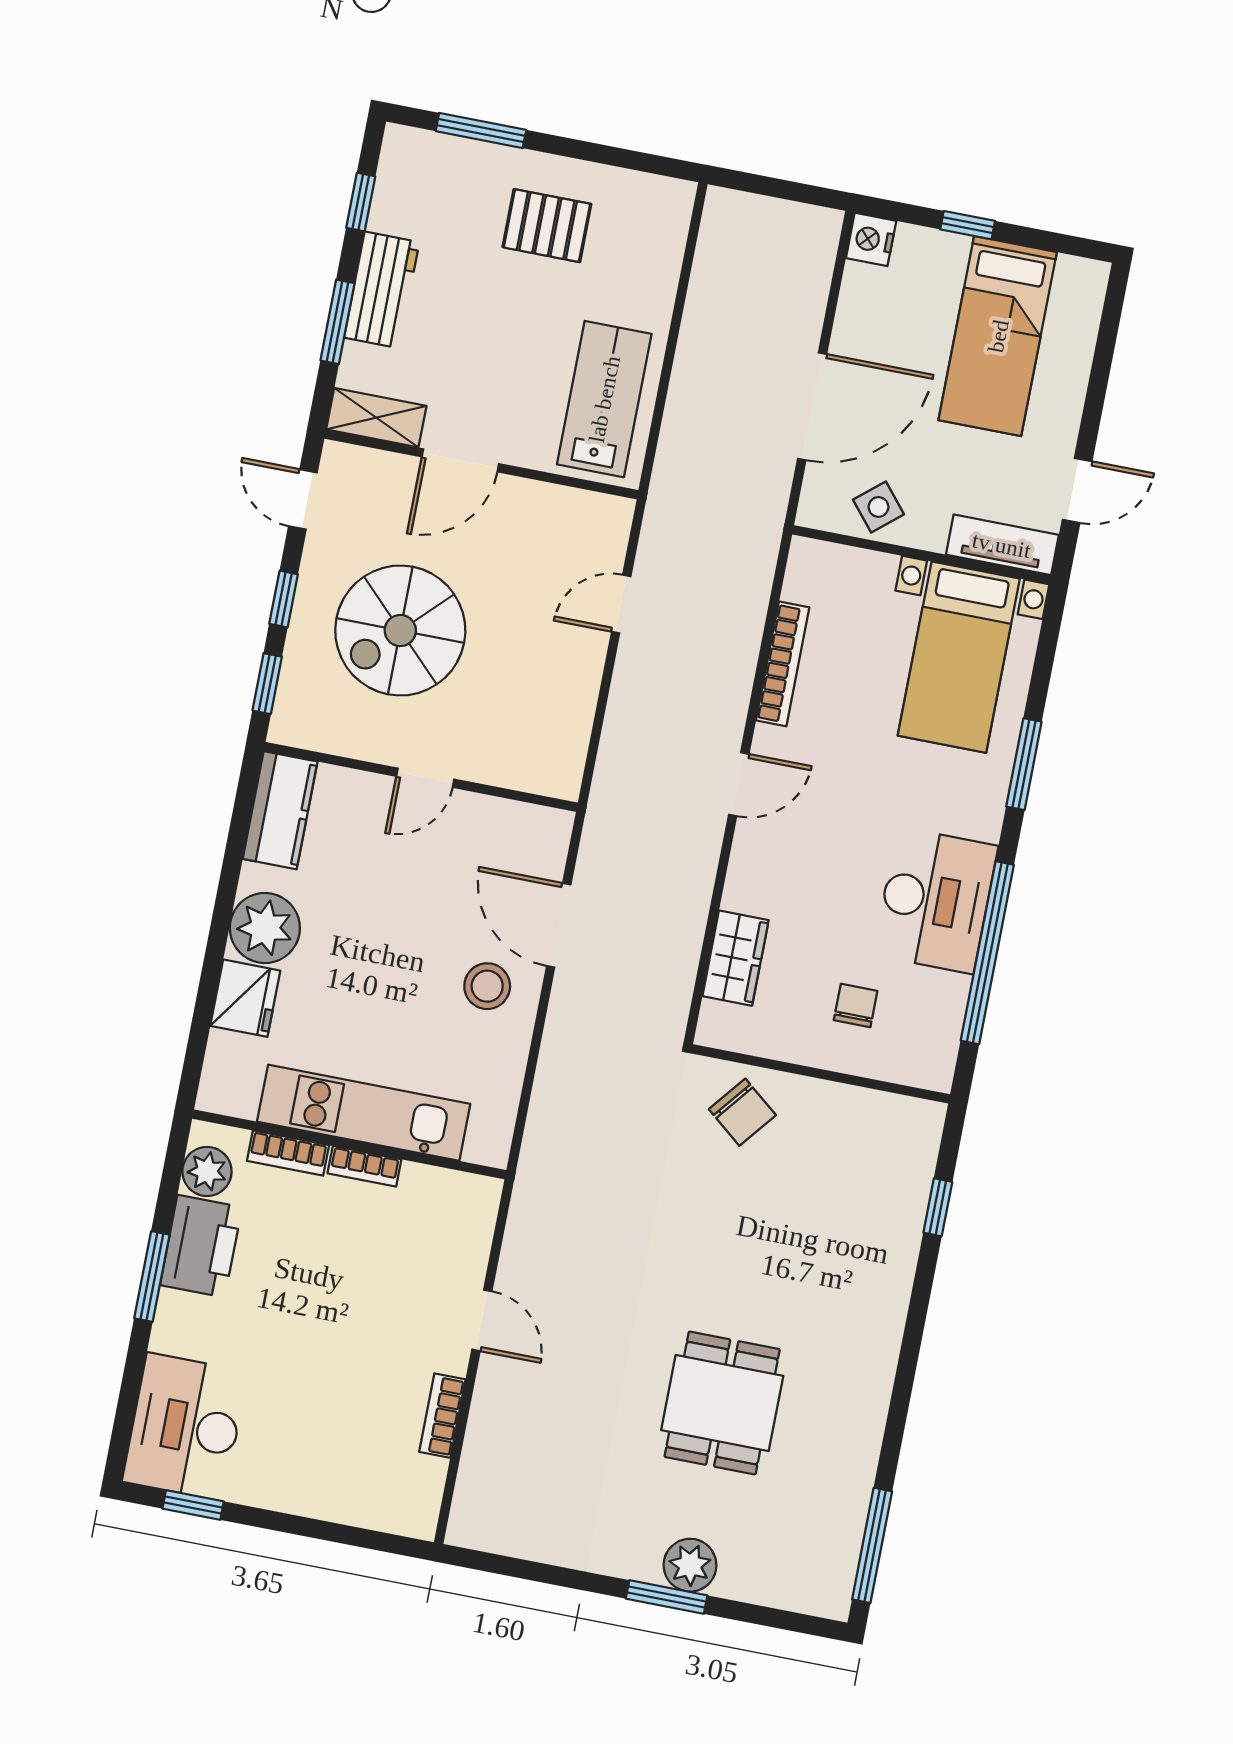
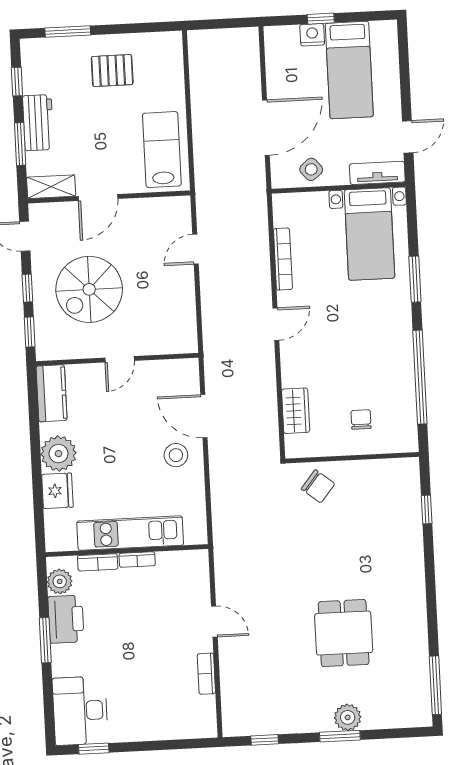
nightstand: (871, 239) -> (312, 35), moved, turned 90
desk: (935, 900) -> (388, 358), removed
window: (522, 1569) -> (265, 740), added

